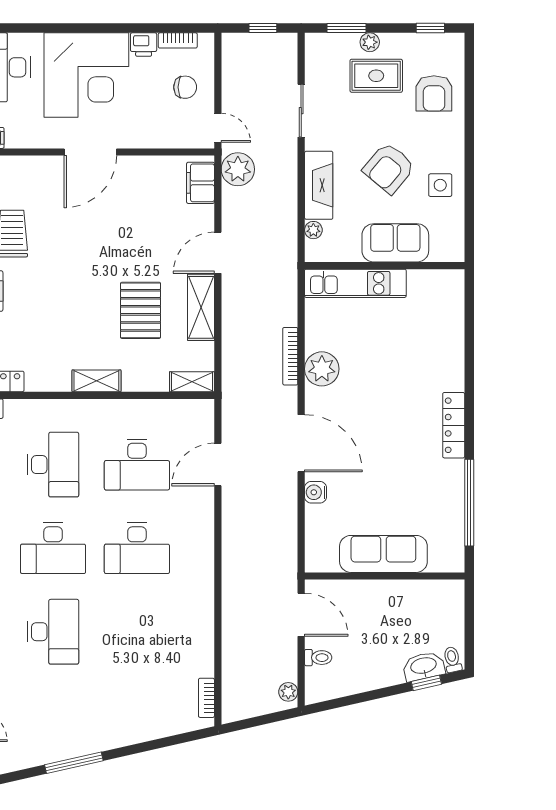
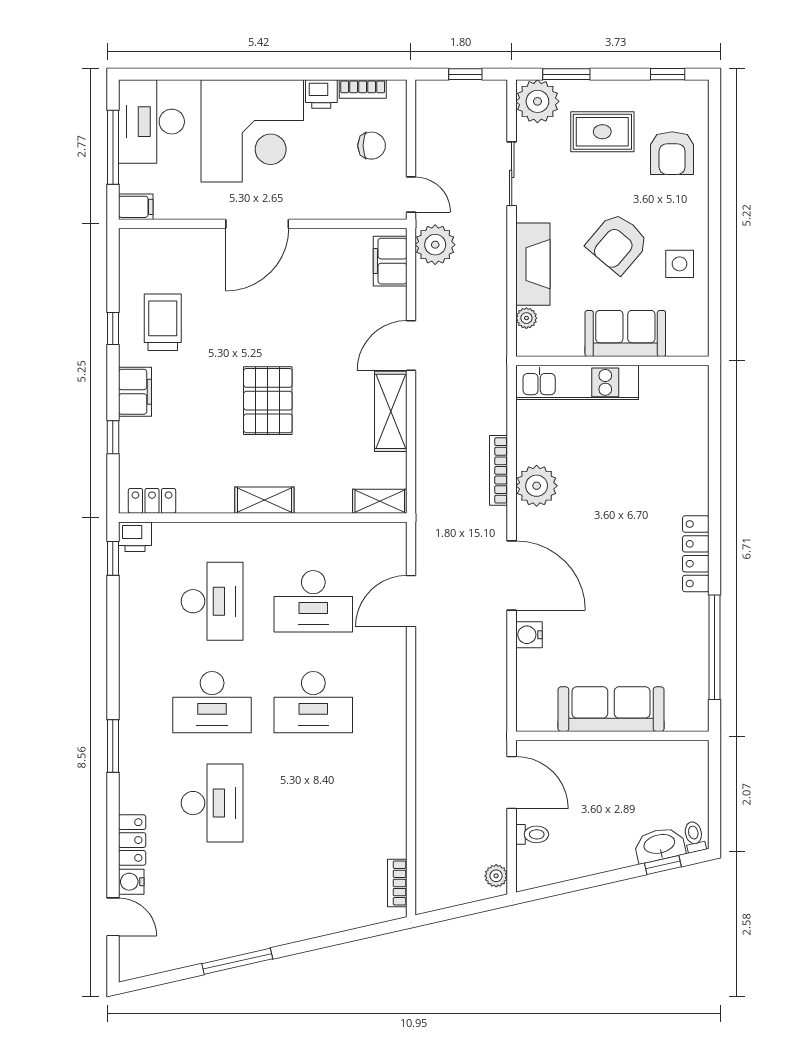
plant: (370, 42) -> (537, 101), moved, width x1.87, depth x1.87
pallet: (141, 310) -> (268, 401), moved

